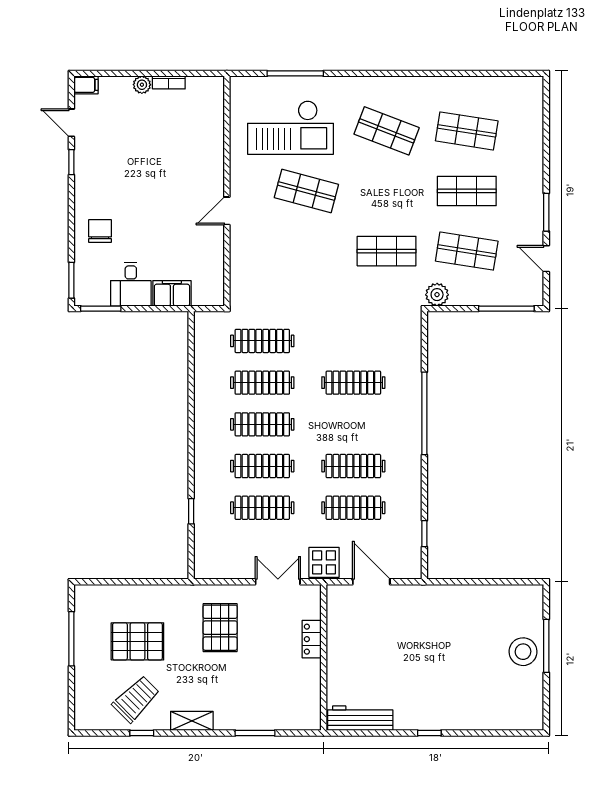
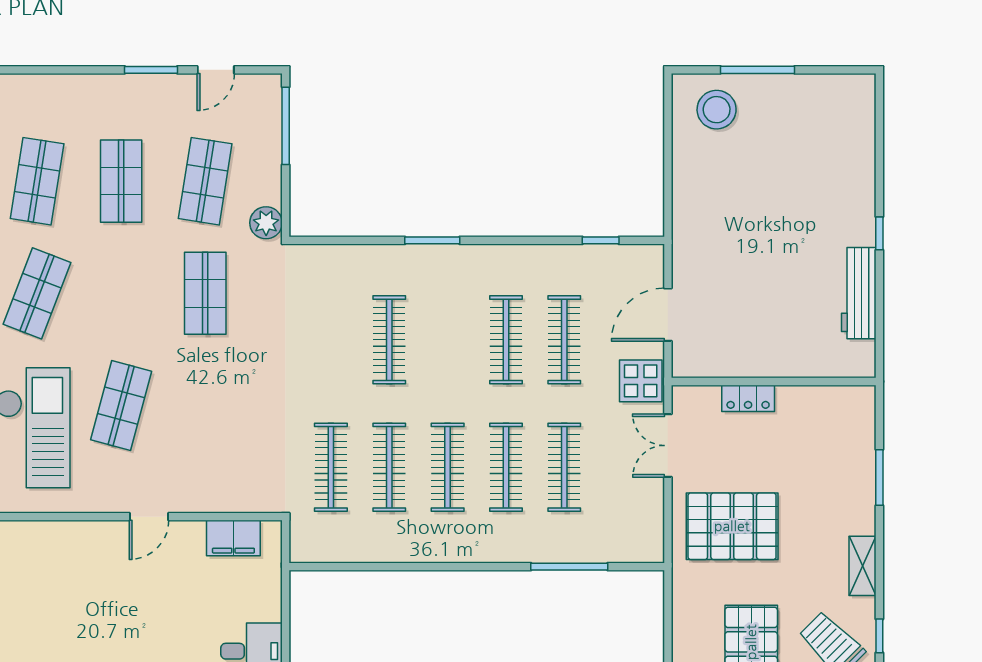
door: (227, 211) -> (149, 517), hinge flipped
filing cabinet: (172, 293) -> (233, 538), moved, turned -90
window: (424, 413) -> (432, 240), width x0.47
window: (191, 511) -> (569, 567), width x2.17
pallet: (220, 628) -> (732, 526), width x1.37, depth x1.41
stool: (523, 652) -> (717, 110), moved
workbench: (360, 718) -> (859, 293), moved

